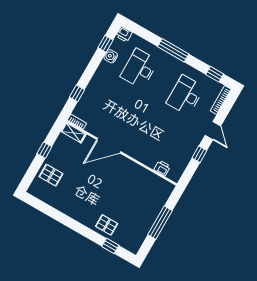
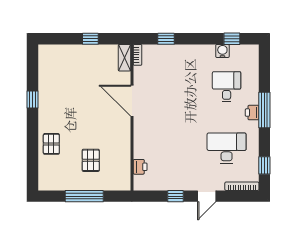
printer: (124, 34) -> (252, 113), moved
desk: (139, 69) -> (227, 87), width x0.73
pallet: (51, 175) -> (91, 160), moved
window: (110, 246) -> (33, 100), moved

